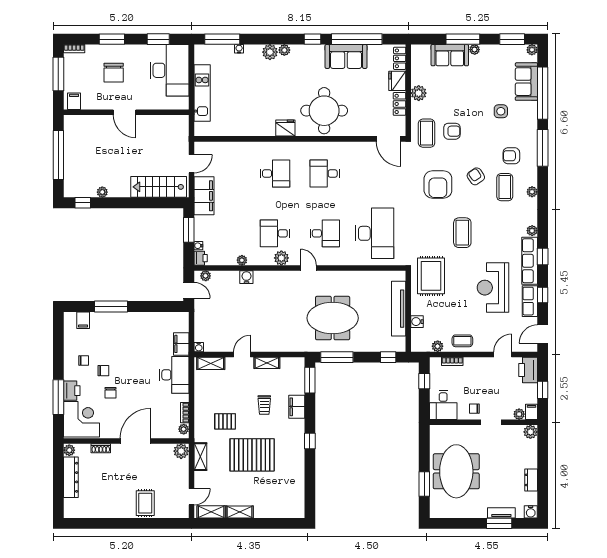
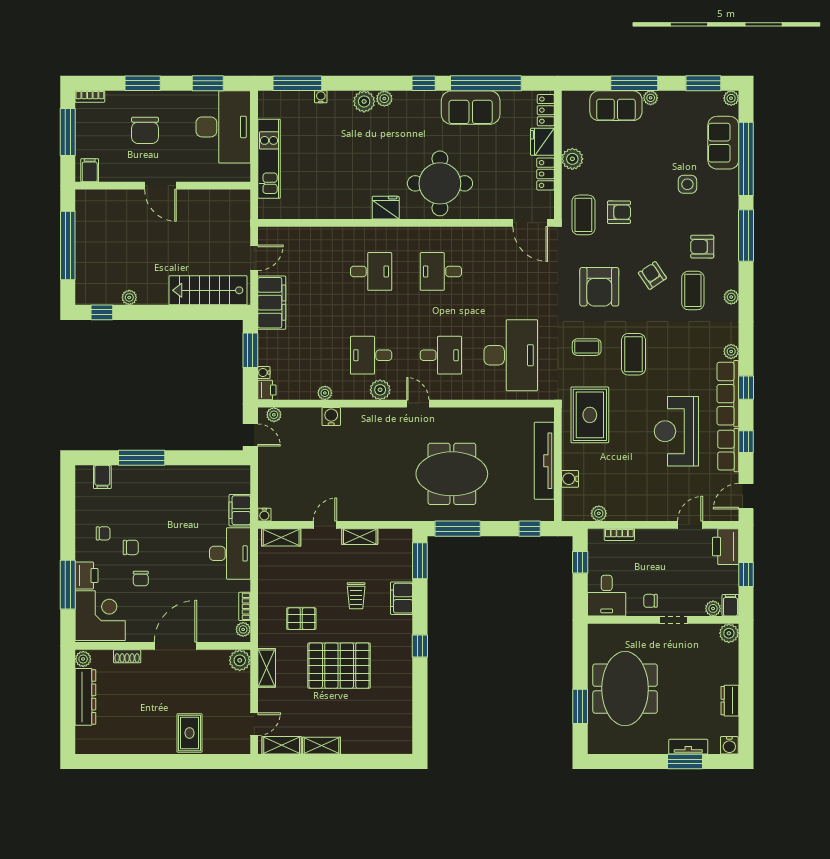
coffee table: (462, 341) -> (587, 347), moved

